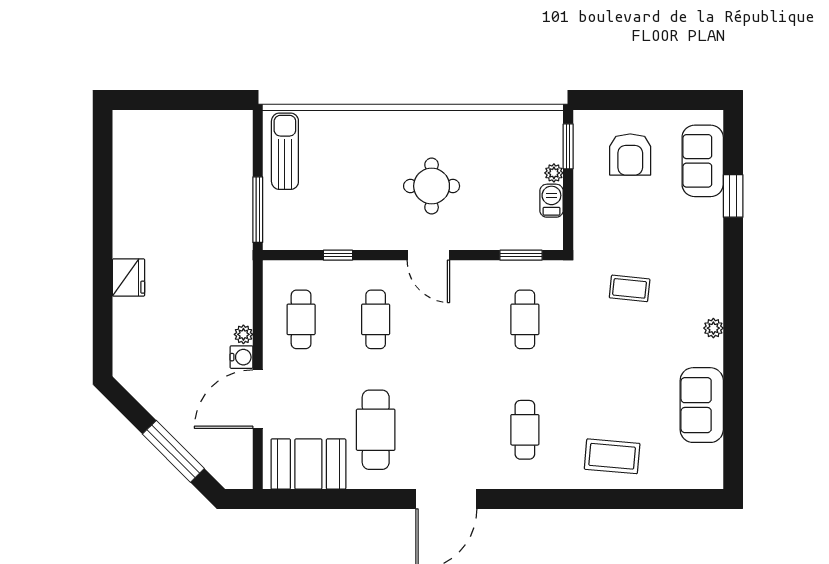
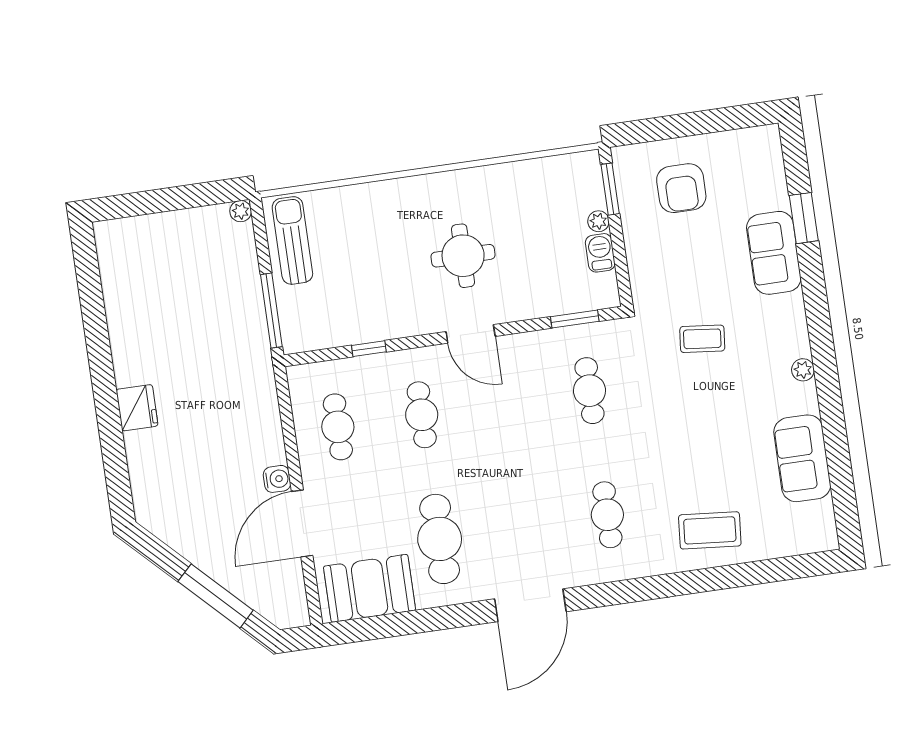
sofa: (703, 161) -> (774, 253), moved
plant: (243, 334) -> (241, 211), moved

